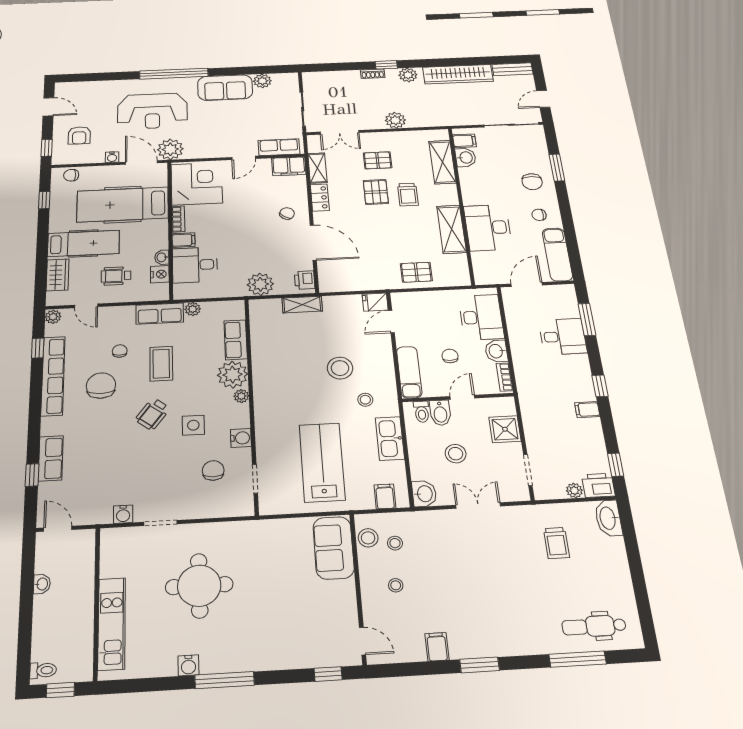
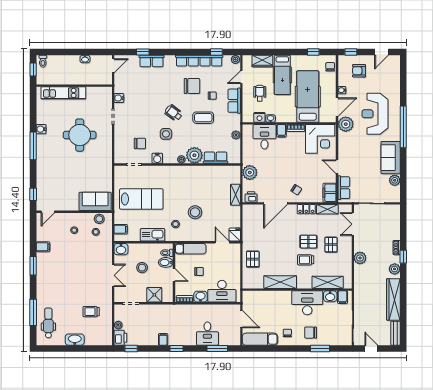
desk: (488, 228) -> (307, 303), moved
row of seats: (160, 314) -> (234, 101), moved
washbasin: (608, 518) -> (75, 340), moved

